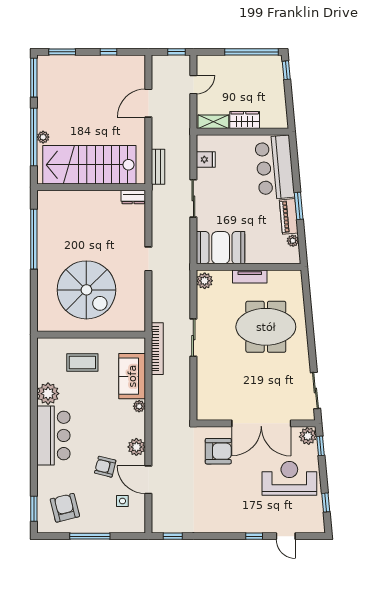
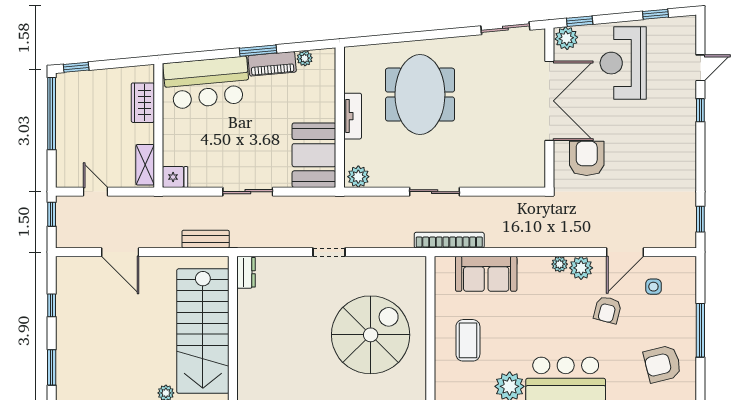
wardrobe: (245, 120) -> (143, 103), moved
fridge: (206, 159) -> (175, 177), moved, turned 90
plant: (139, 406) -> (560, 264), moved

